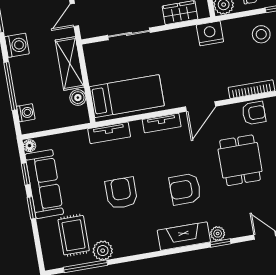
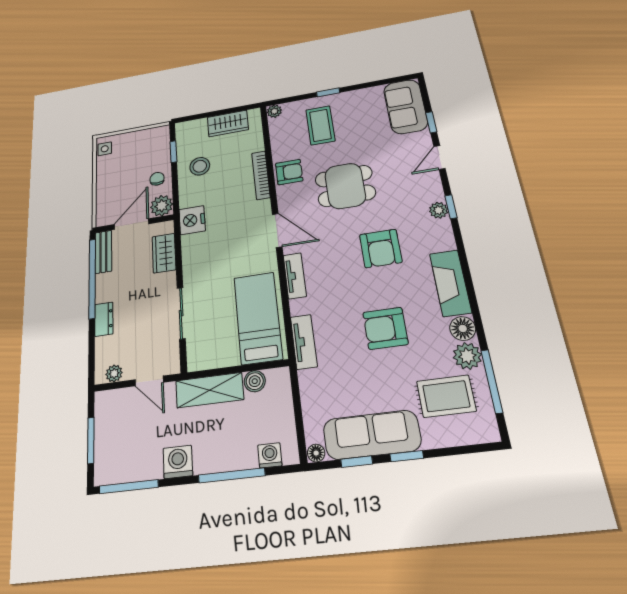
armchair: (254, 113) -> (289, 172), turned 90
fireplace: (184, 236) -> (450, 283), moved
floor lamp: (123, 248) -> (463, 328), added

